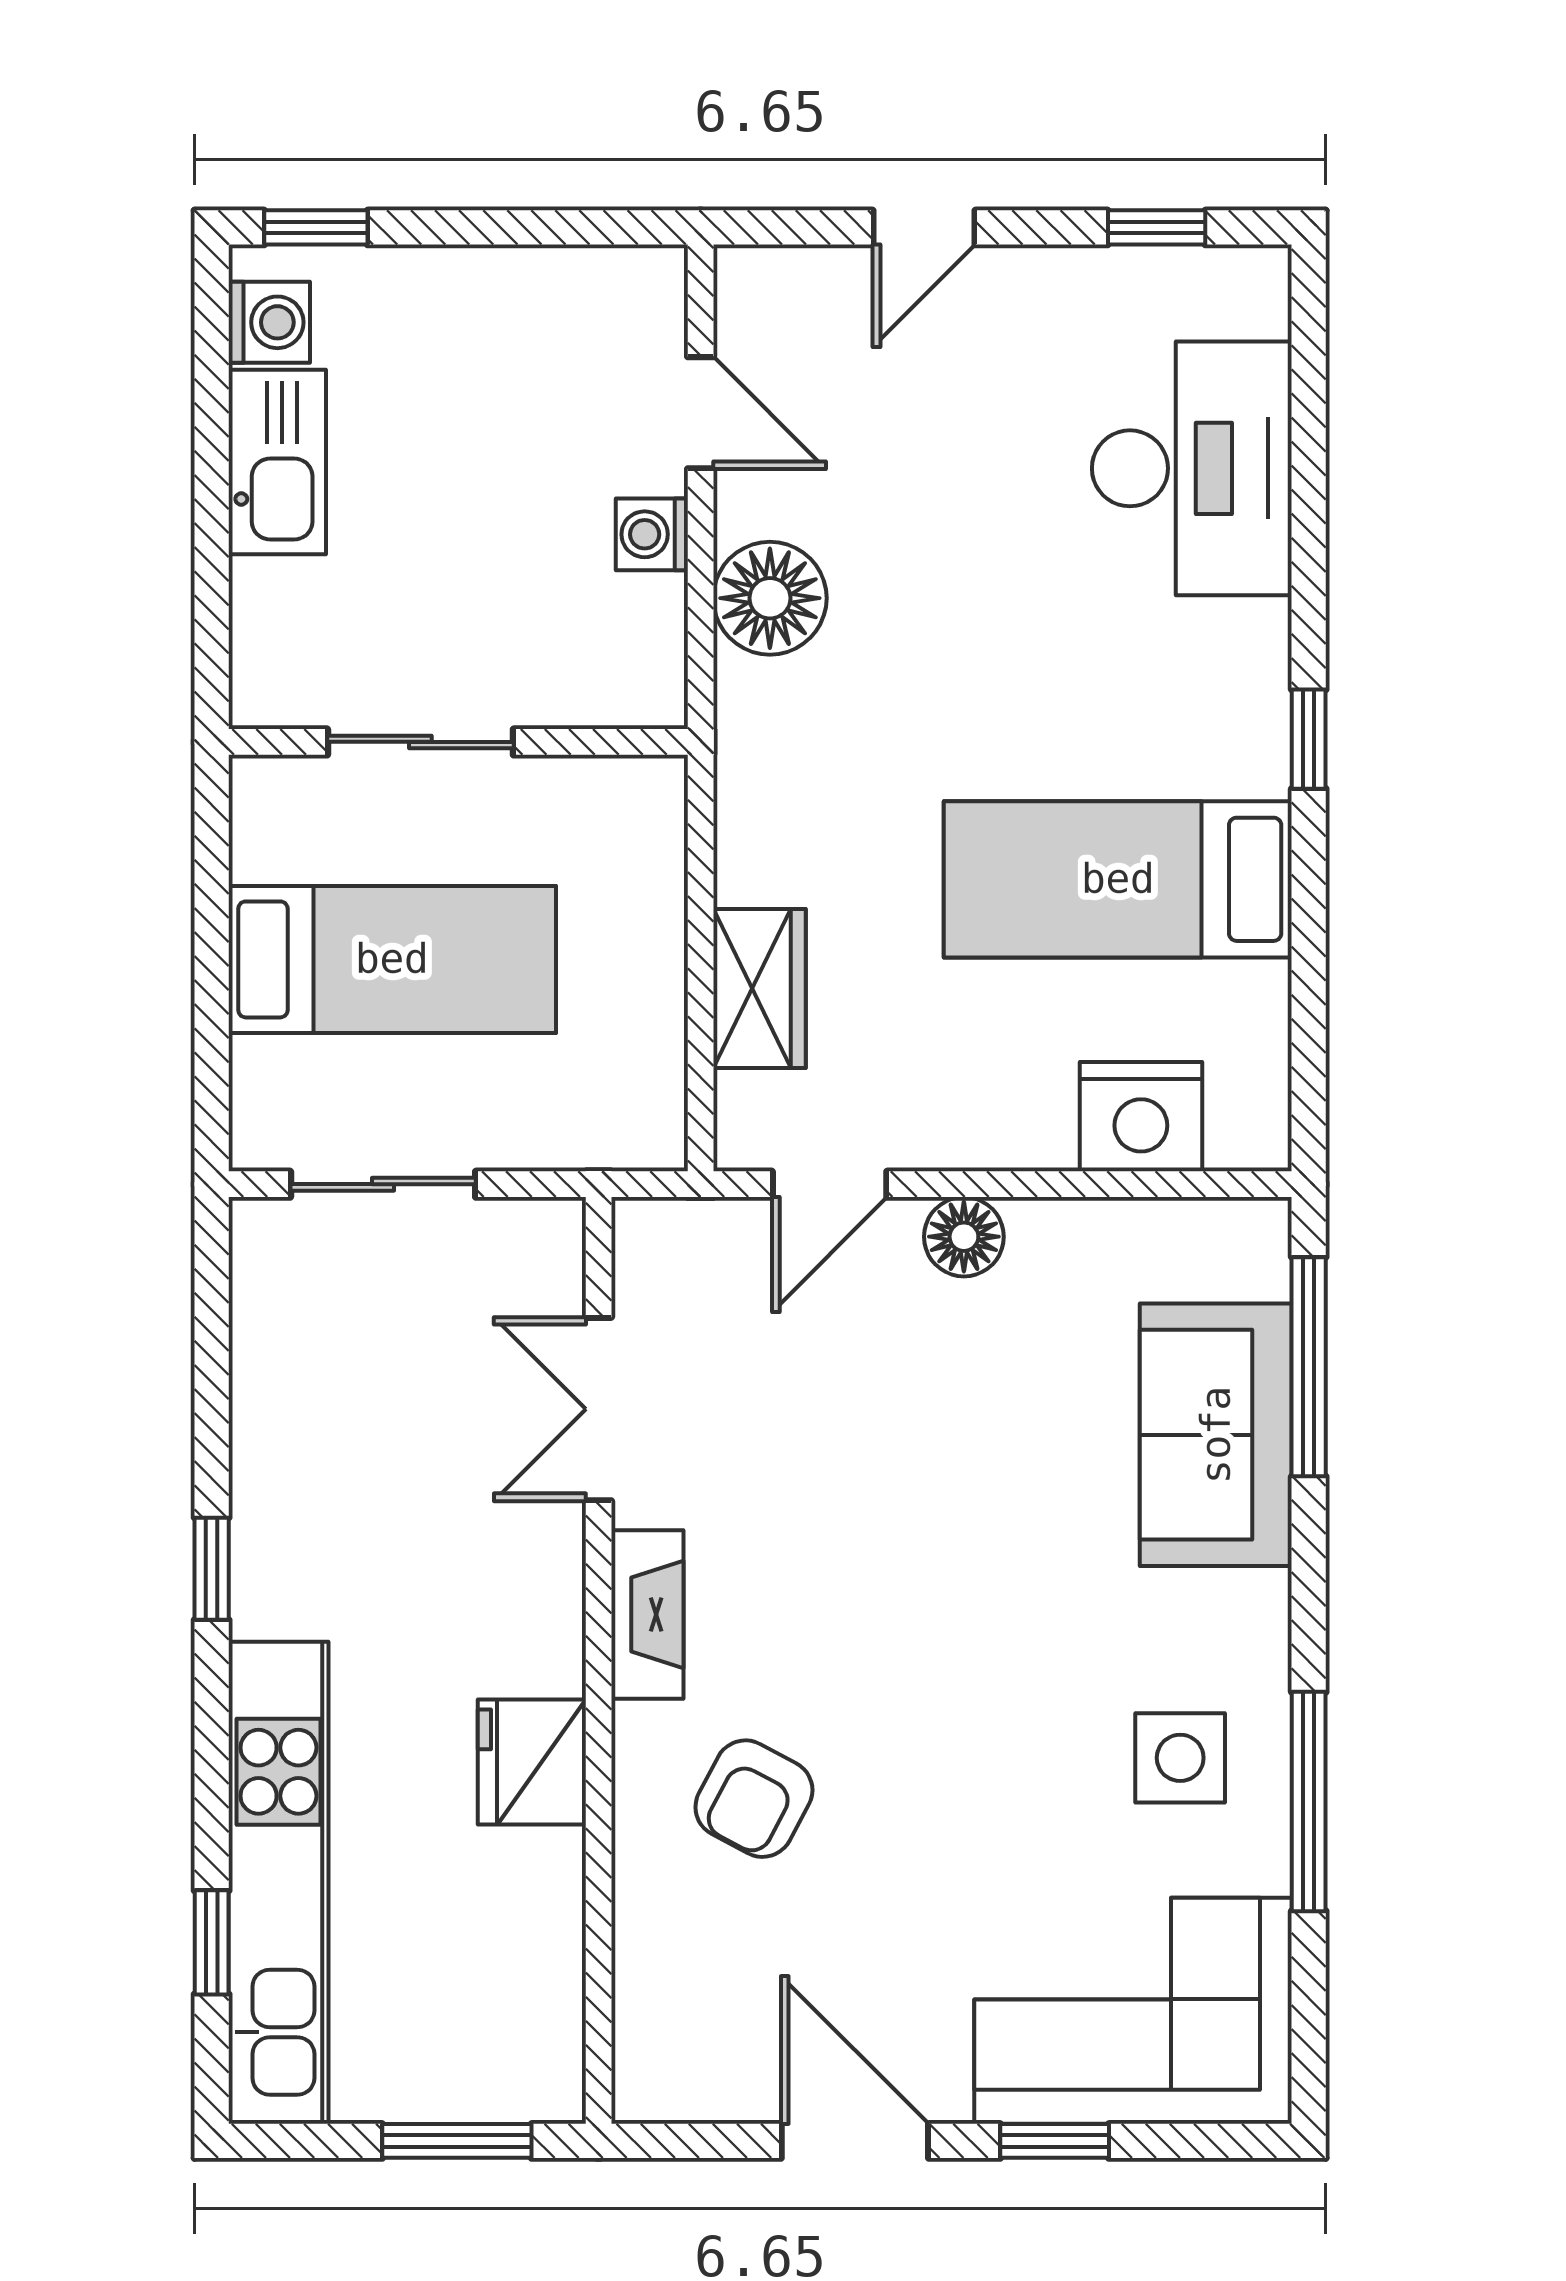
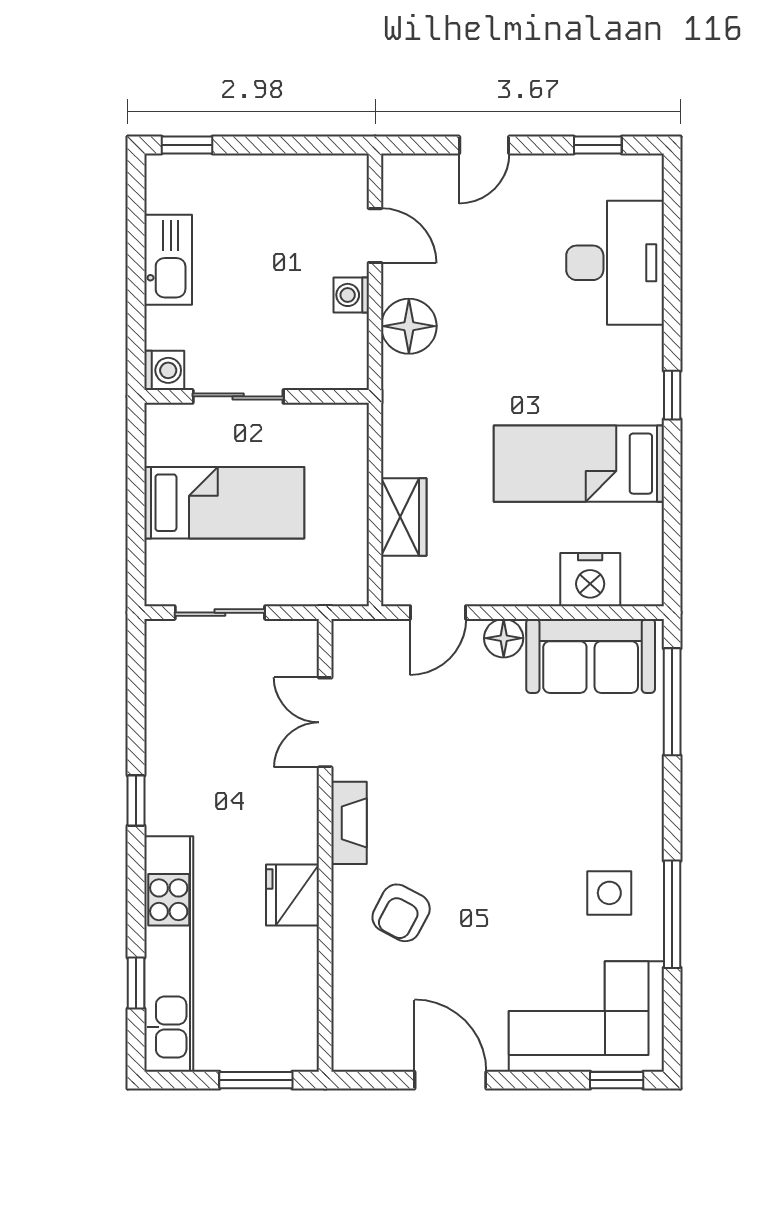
washing machine: (269, 322) -> (164, 370), moved
sofa: (1216, 1435) -> (591, 656), moved, turned -90
window: (1055, 2141) -> (617, 1080), moved

